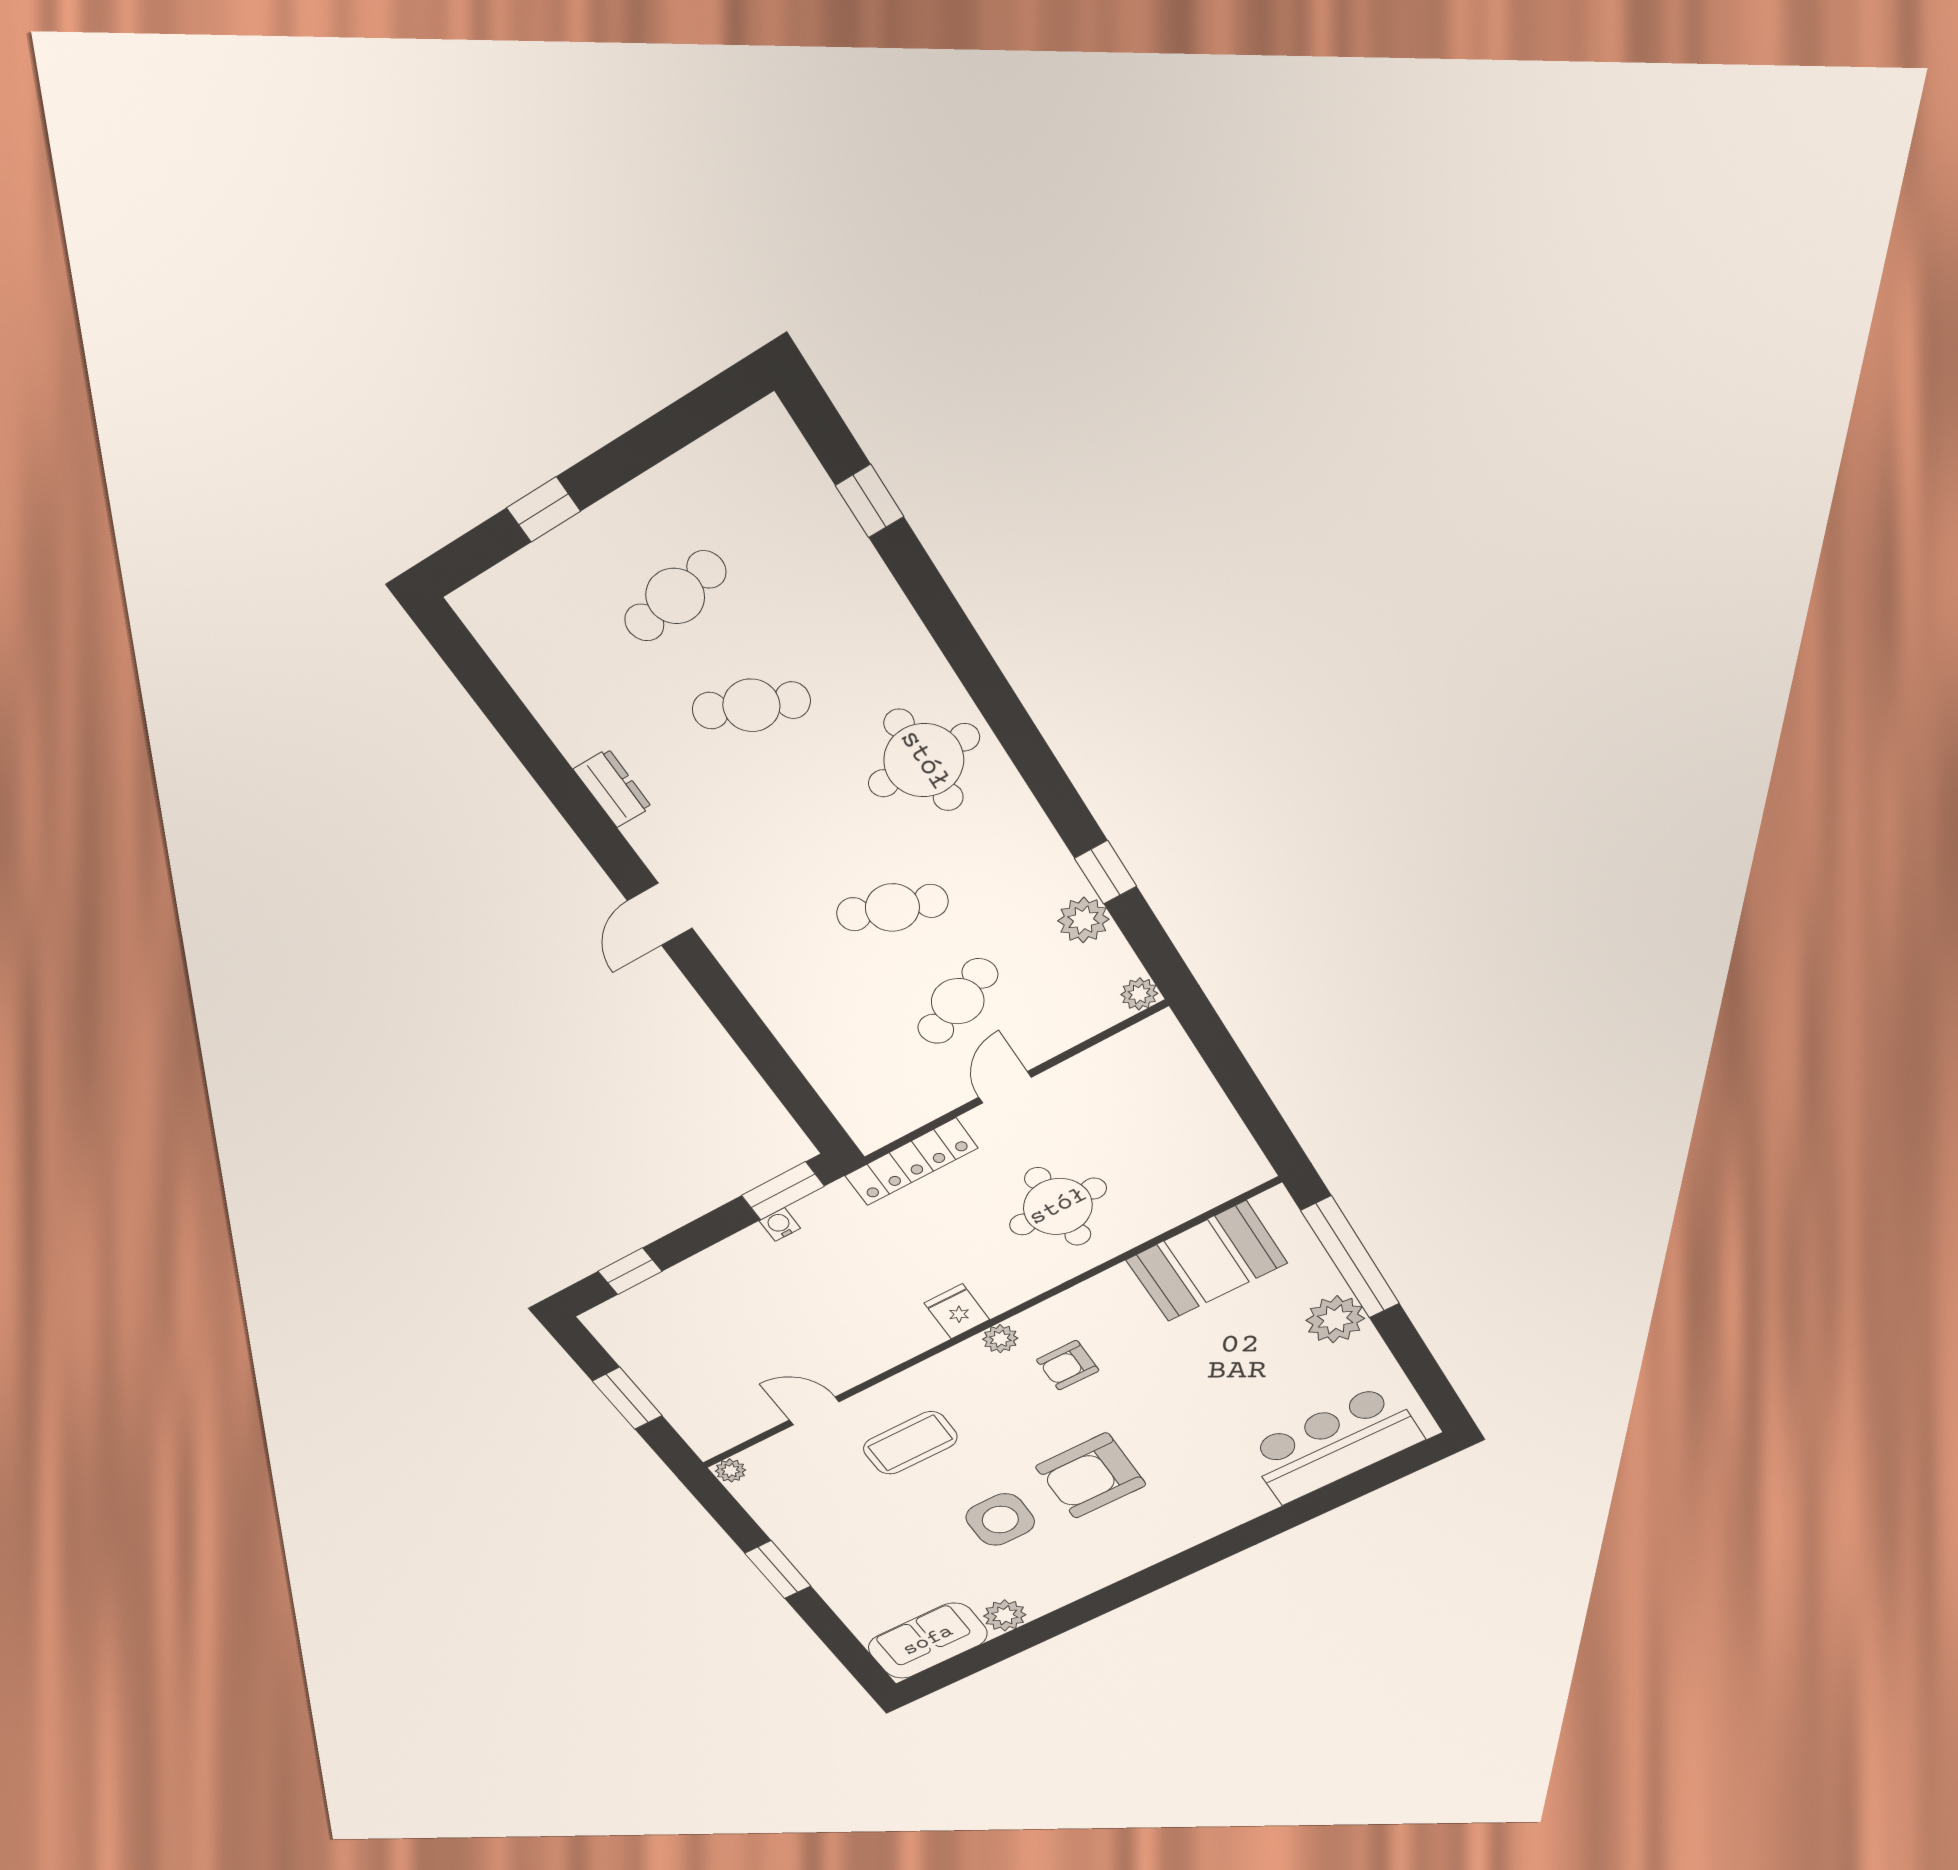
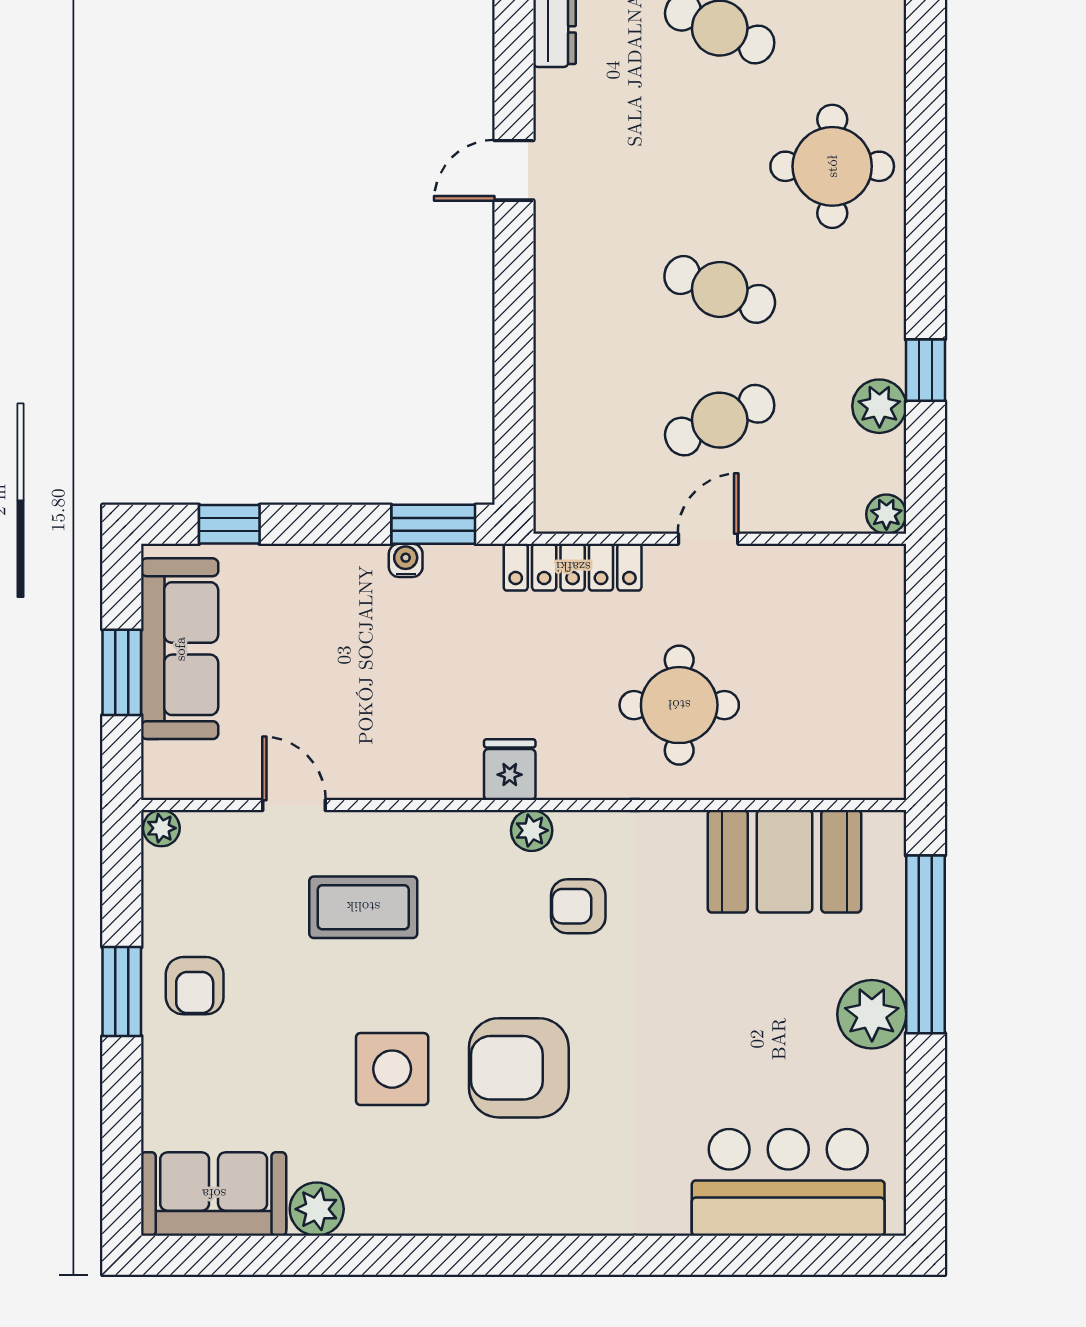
sofa: (657, 1364) -> (180, 649), added
armchair: (826, 1542) -> (195, 986), added

